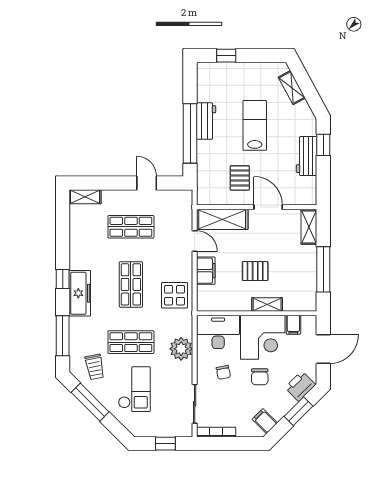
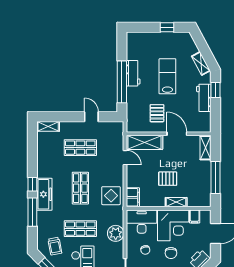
window: (226, 56) -> (167, 27), moved
shelving: (292, 88) -> (201, 63), moved
filing cabinet: (206, 271) -> (133, 197), moved
window: (63, 336) -> (32, 212), moved

